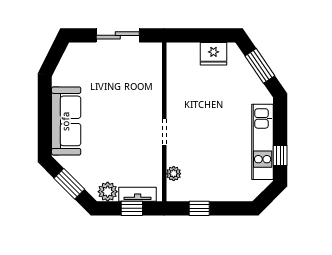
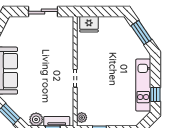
fridge: (214, 54) -> (89, 24), moved
plant: (174, 174) -> (82, 118), moved

